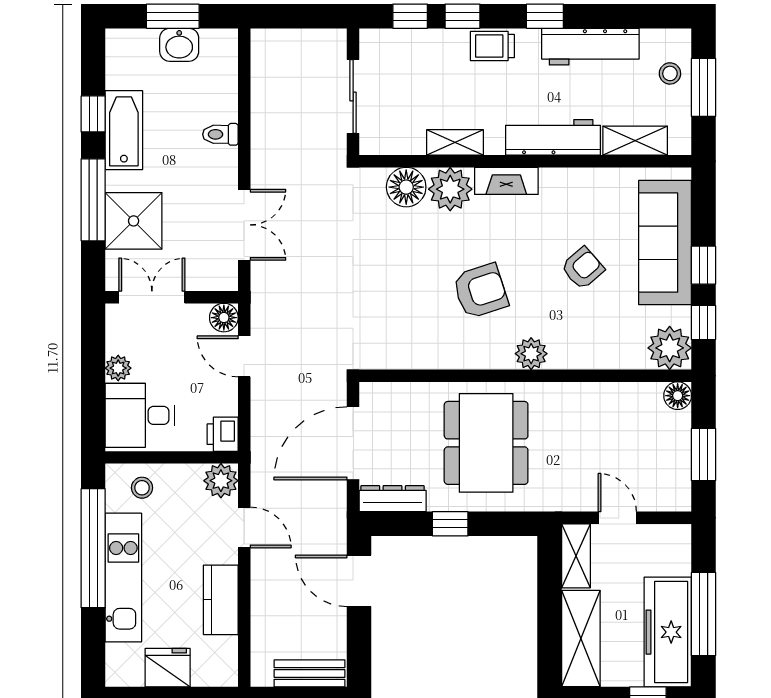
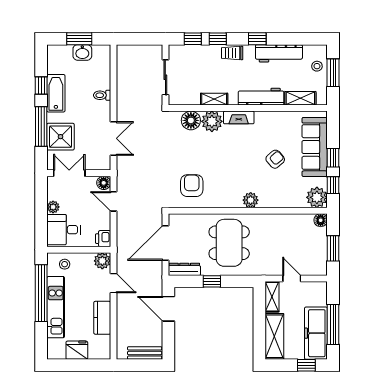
armchair: (480, 291) -> (192, 186), moved, turned -72

